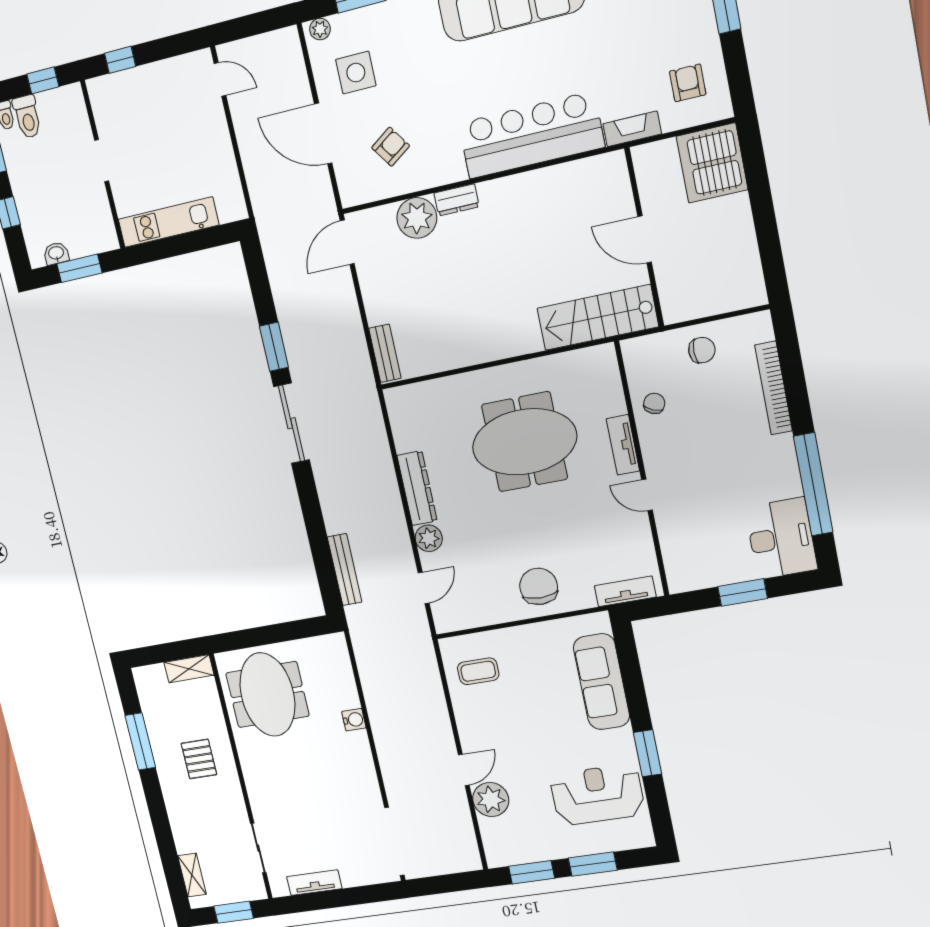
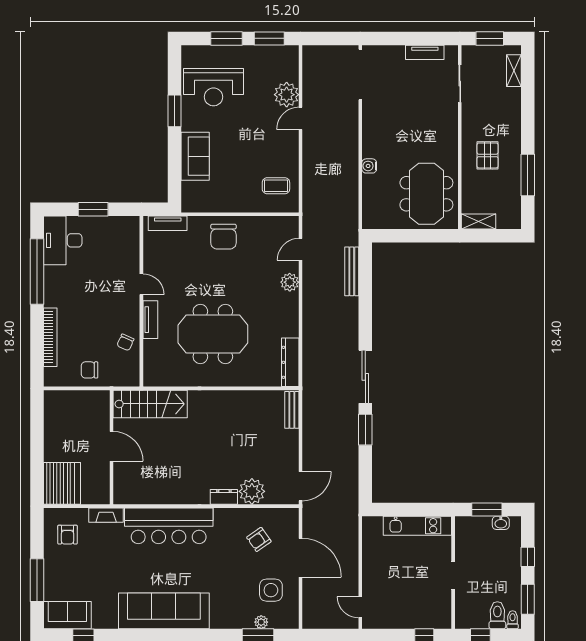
plant: (320, 29) -> (261, 622), moved
dresser: (417, 488) -> (290, 362), moved
sofa: (602, 682) -> (195, 156), width x0.73

